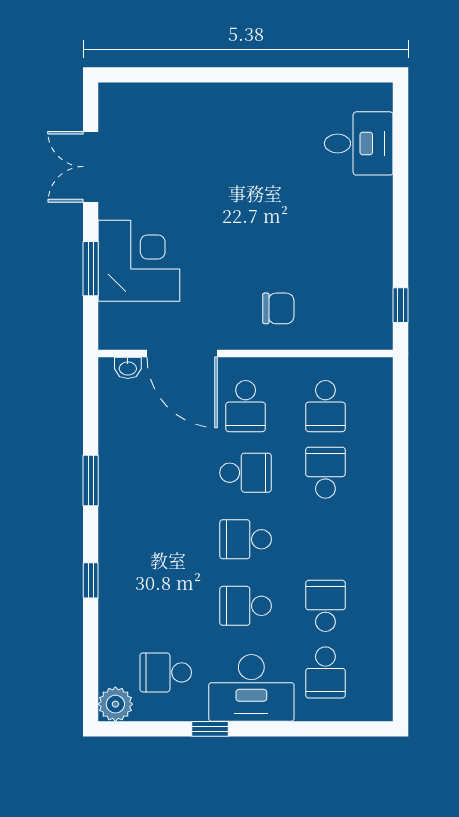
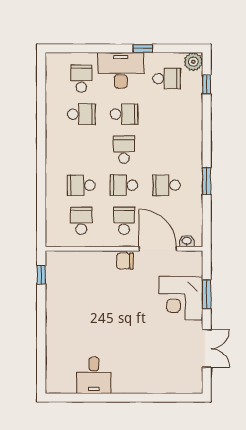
desk: (359, 143) -> (94, 375), moved, turned -90
chair: (278, 308) -> (125, 261), moved
school desk: (166, 473) -> (167, 185), added
school desk: (325, 473) -> (81, 185), turned 90
school desk: (246, 539) -> (124, 150), turned -90
window: (91, 580) -> (207, 84), moved
school desk: (325, 606) -> (81, 114), turned -90

